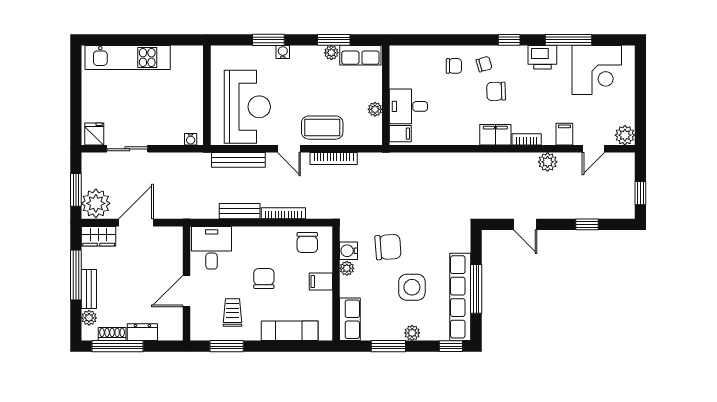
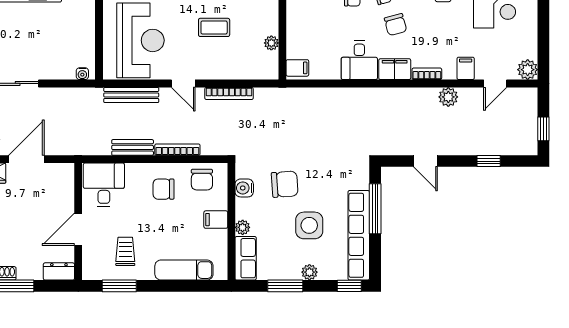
chair: (496, 91) -> (396, 25), turned -103
desk: (408, 106) -> (359, 60), moved, turned -90
coffee table: (322, 128) -> (214, 27), moved, width x0.73, depth x0.77
plant: (347, 268) -> (243, 227), moved
chair: (264, 279) -> (164, 189), moved, turned -90
window: (476, 289) -> (375, 209), moved
dresser: (142, 332) -> (59, 271), moved

